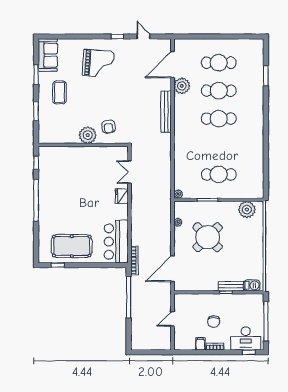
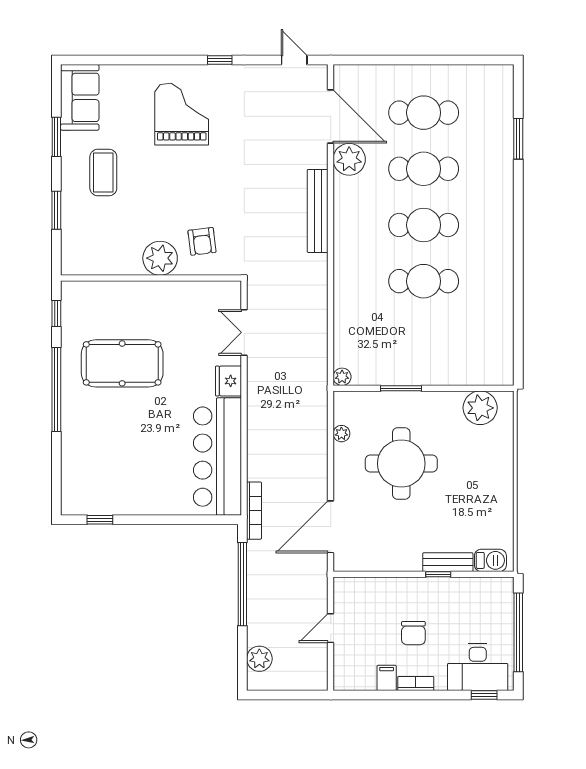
door: (143, 36) -> (294, 60), moved
grand piano: (98, 63) -> (182, 114), turned -94
door: (172, 65) -> (331, 116), swing flipped
cafe table: (219, 174) -> (424, 281), moved
round table: (208, 237) -> (401, 464), turned 45
bar counter: (116, 242) -> (217, 457), width x1.36
pool table: (72, 246) -> (122, 363), moved
plant: (137, 334) -> (259, 659), added

